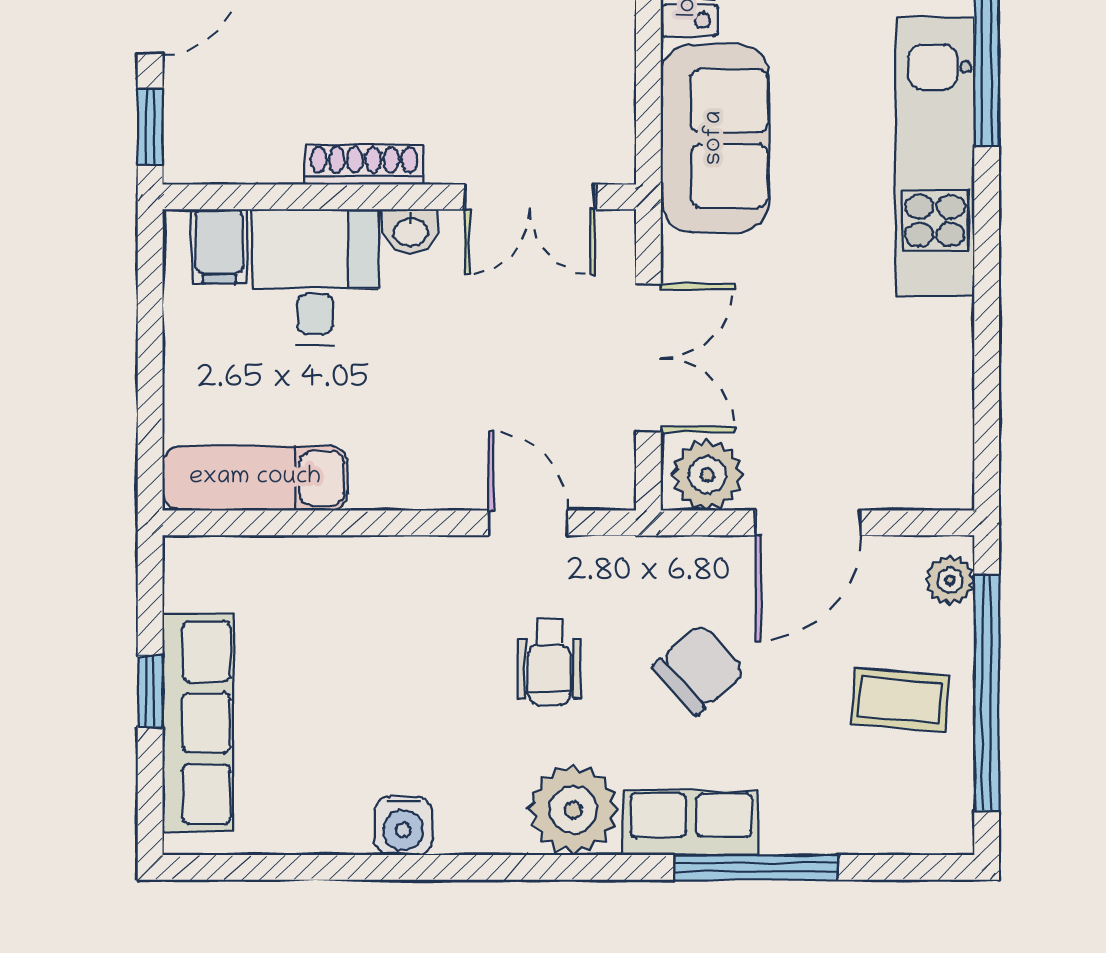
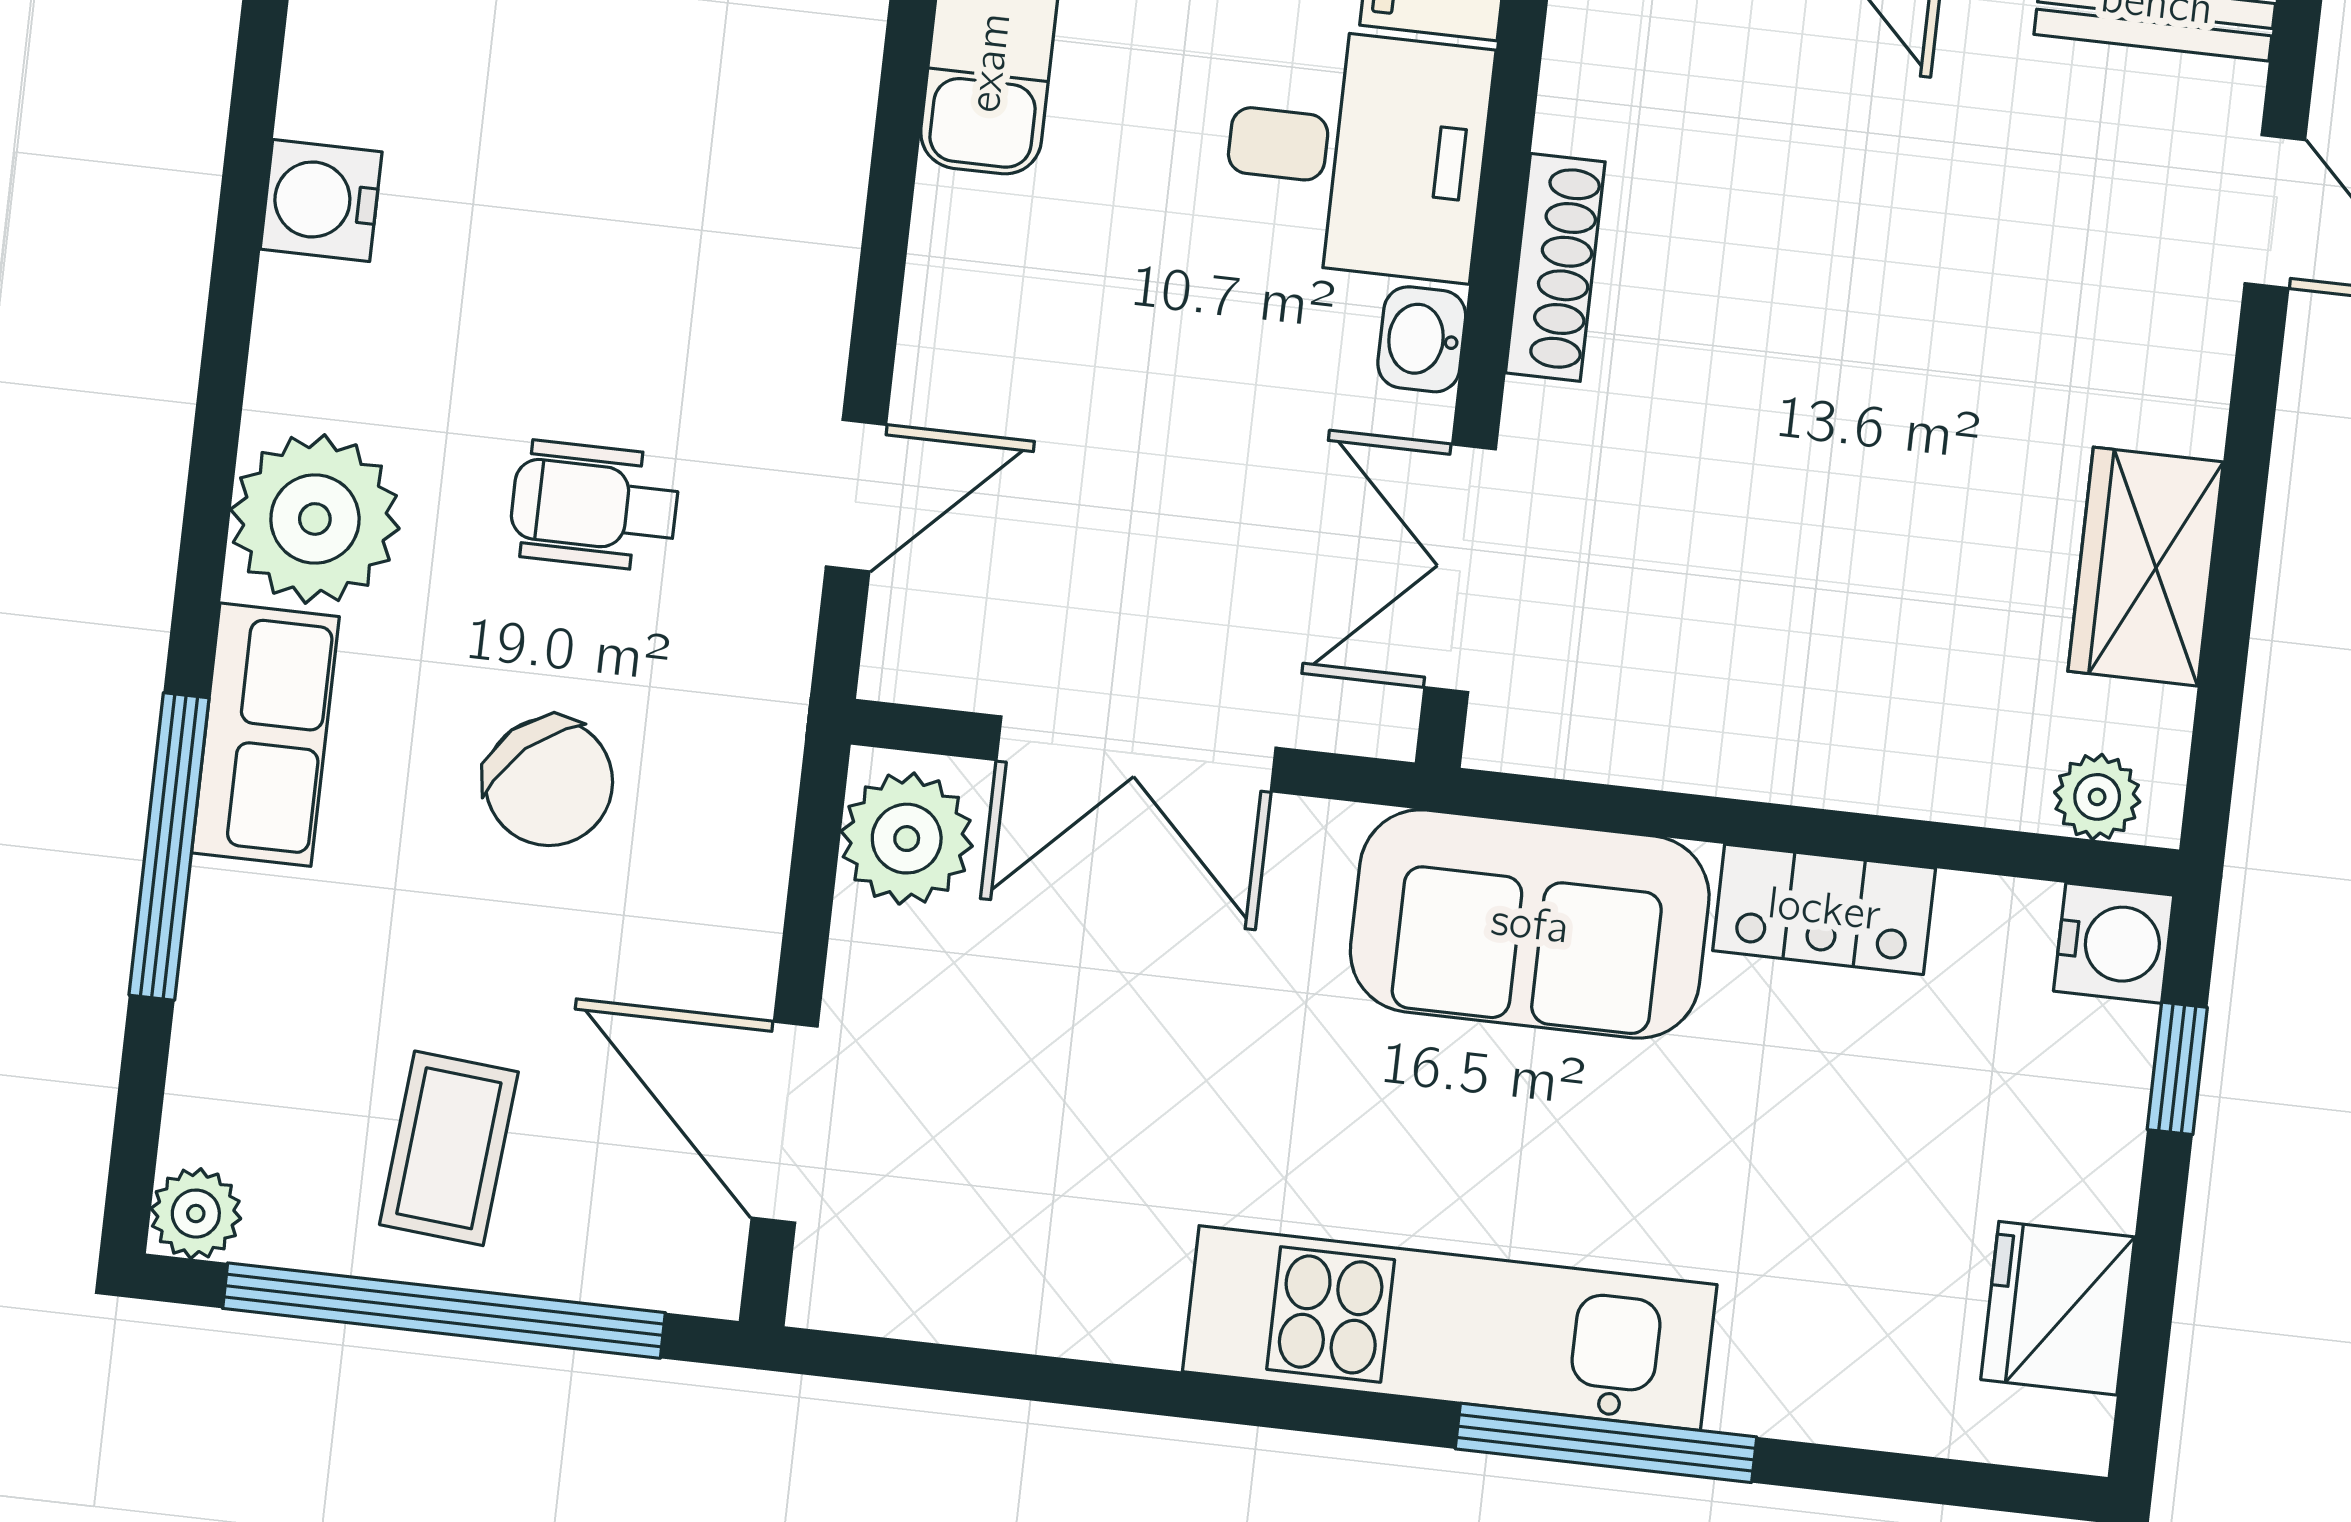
door: (808, 523) -> (785, 1122), moved
plant: (950, 580) -> (196, 1214), moved

